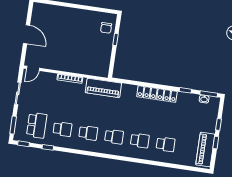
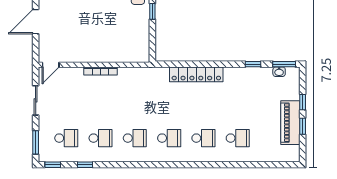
door: (27, 34) -> (36, 22), swing flipped
piano: (103, 88) -> (146, 77), removed
locker: (157, 94) -> (196, 74), moved
school desk: (37, 125) -> (66, 138), width x0.54
piano: (205, 150) -> (290, 123), moved

